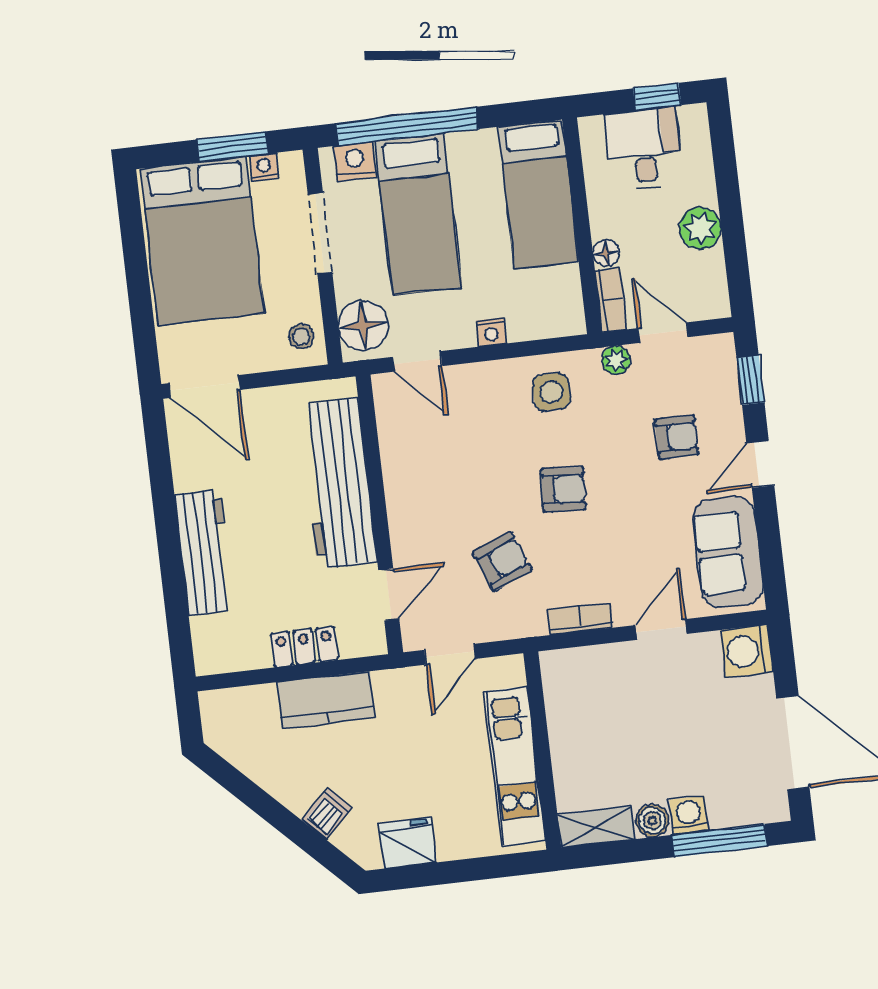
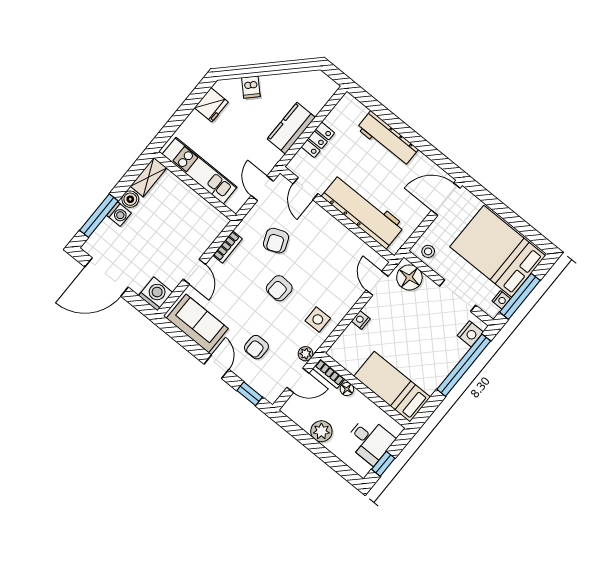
window: (233, 147) -> (520, 296), width x1.44
bed: (418, 214) -> (429, 337), removed
door: (417, 361) -> (377, 283), hinge flipped

